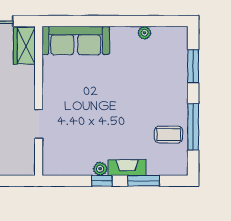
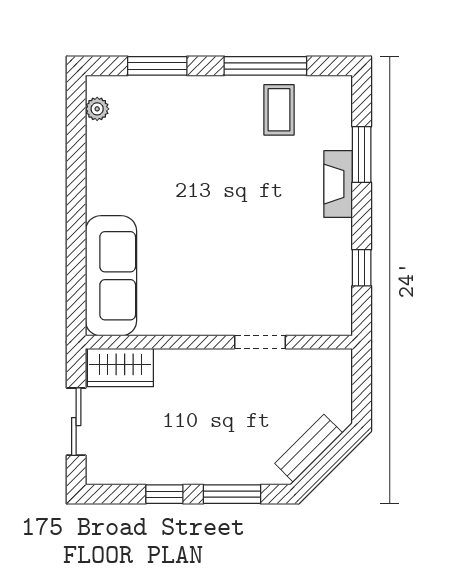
plant: (144, 33) -> (97, 109), moved
plant: (100, 169) -> (340, 232), removed
window: (102, 181) -> (362, 268), moved

